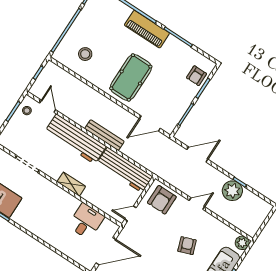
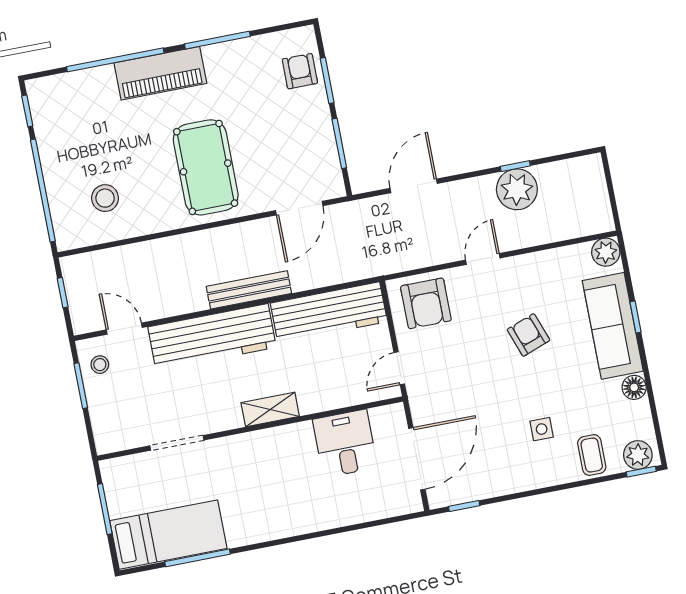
armchair: (196, 76) -> (300, 71), turned 180

